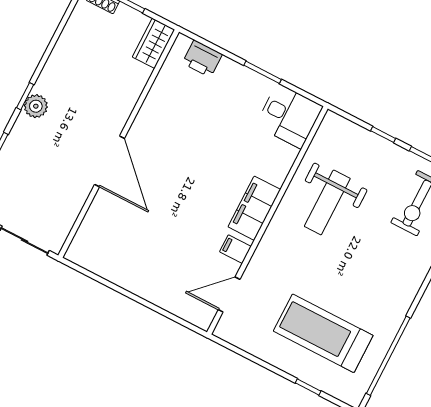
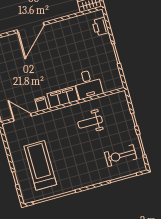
desk: (289, 116) -> (88, 84), moved
weight bench: (327, 202) -> (90, 122), width x0.73, depth x0.75

